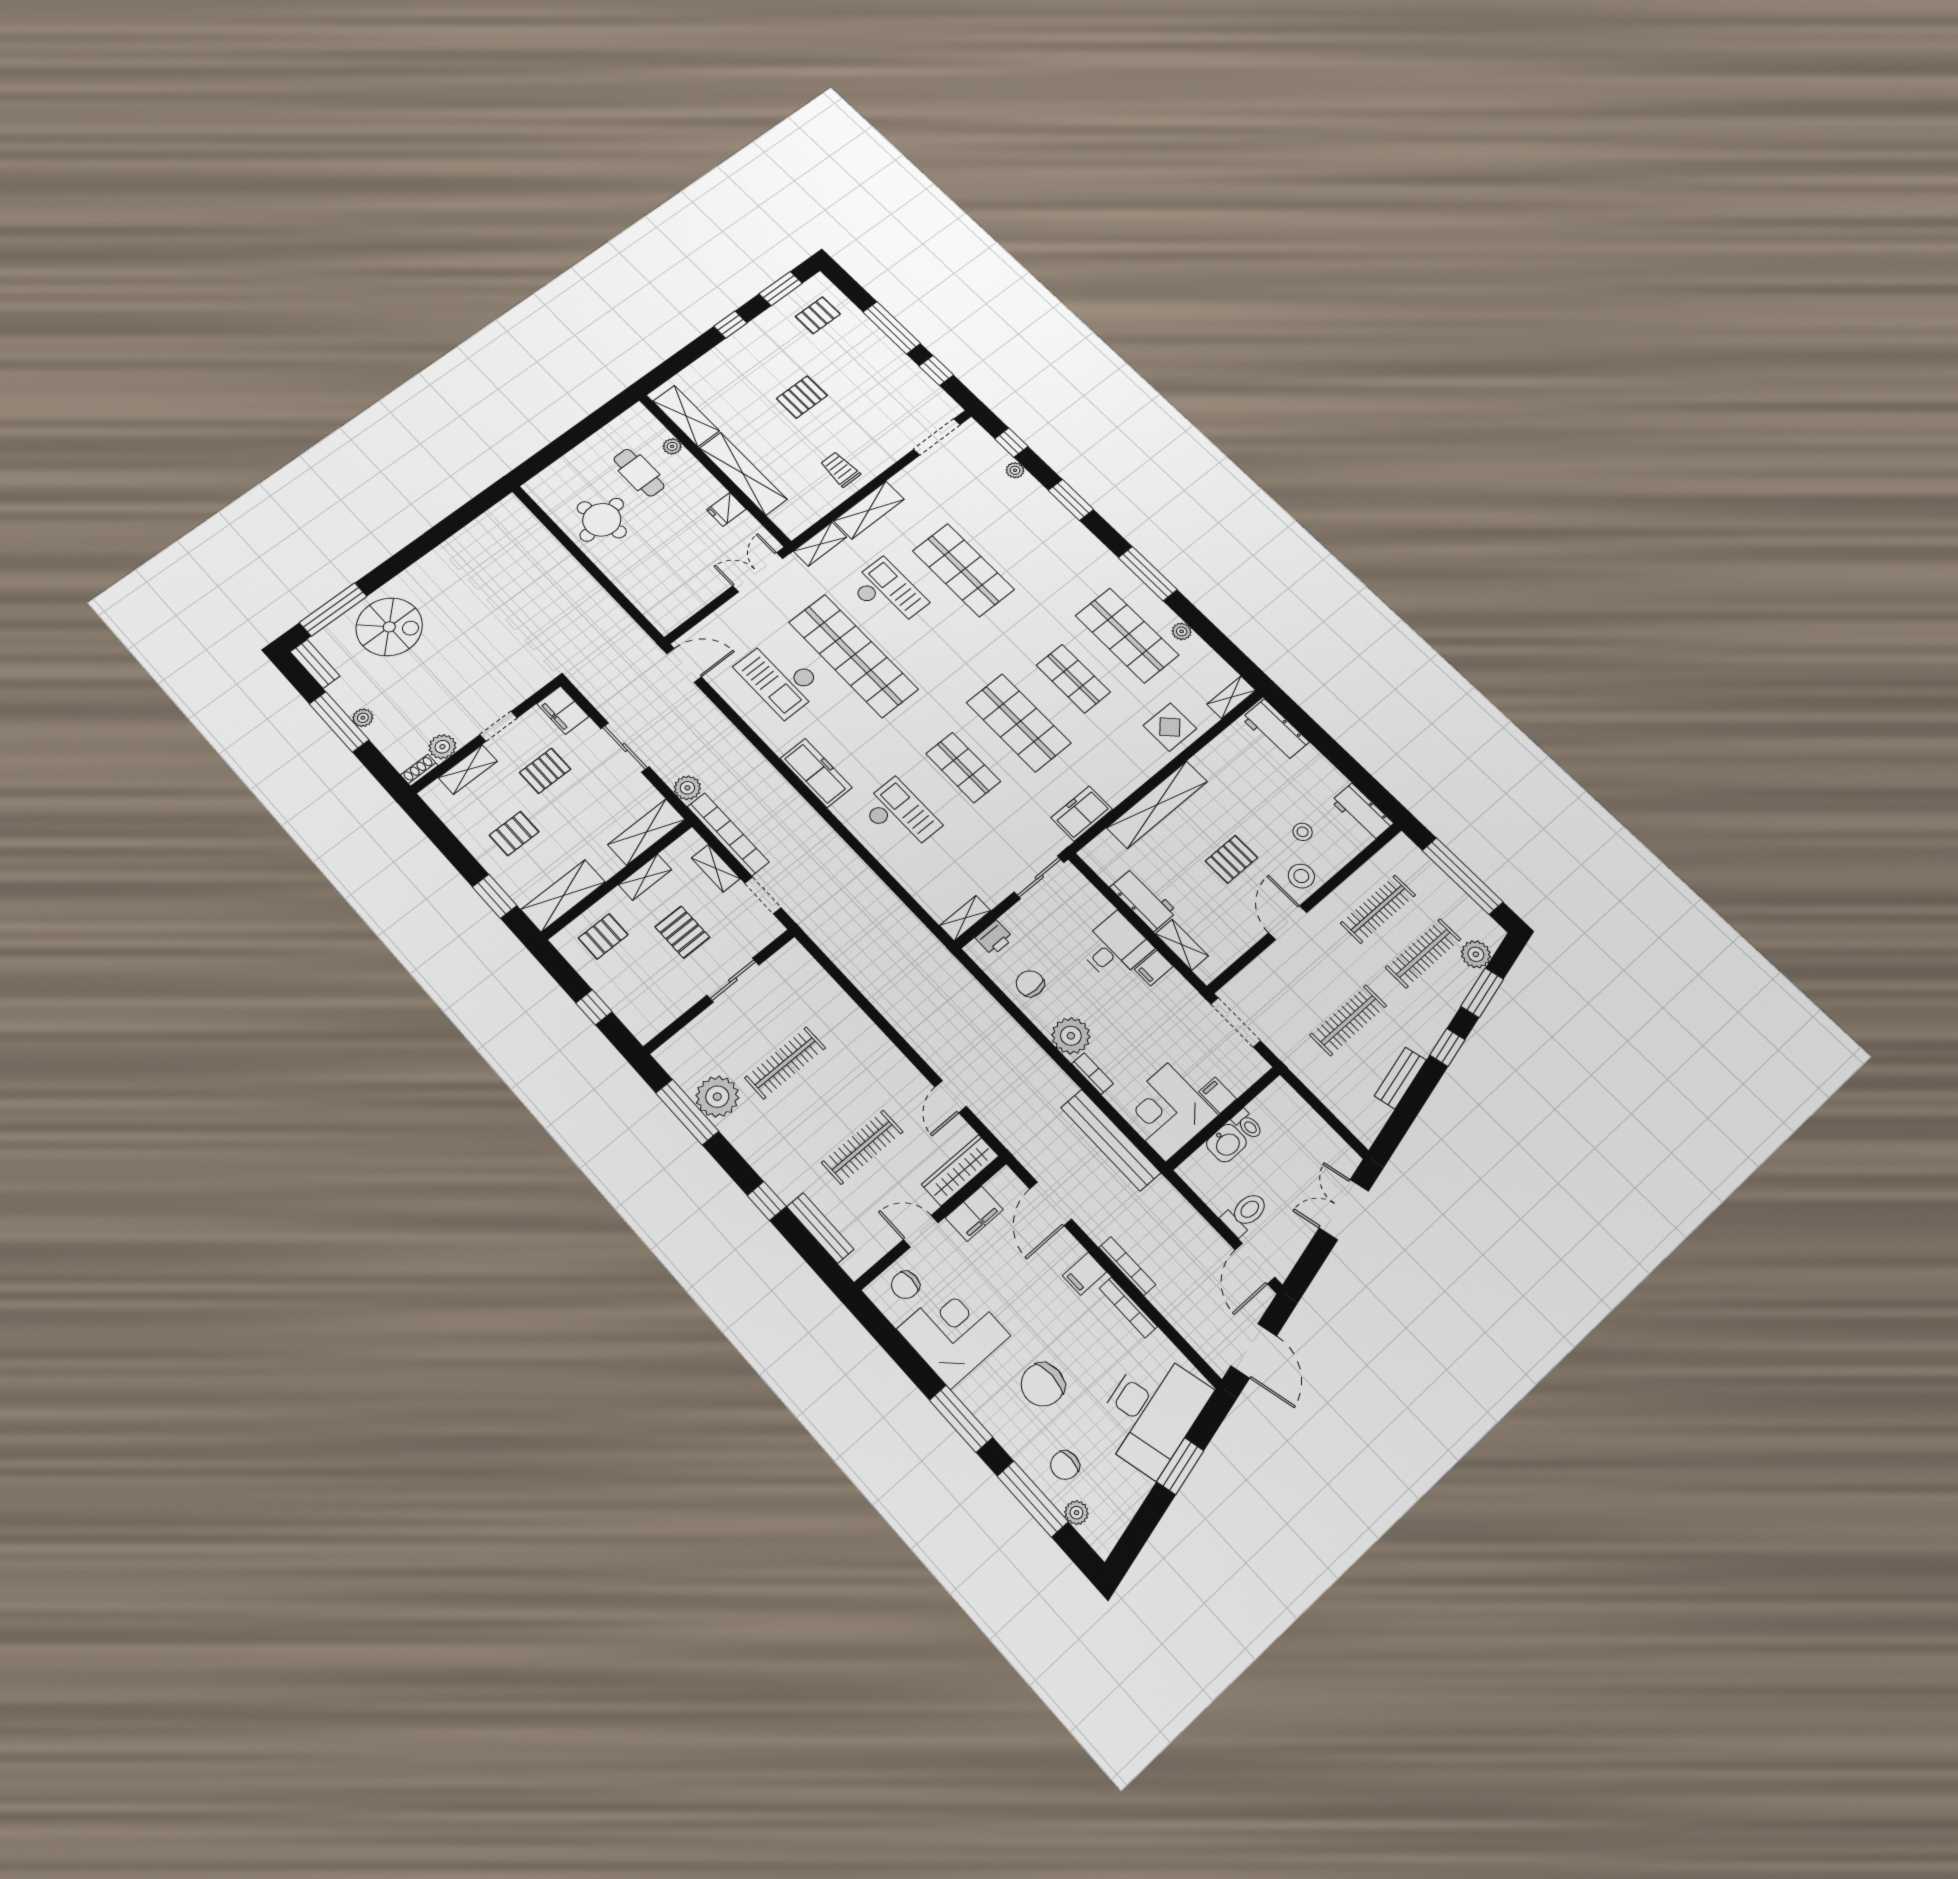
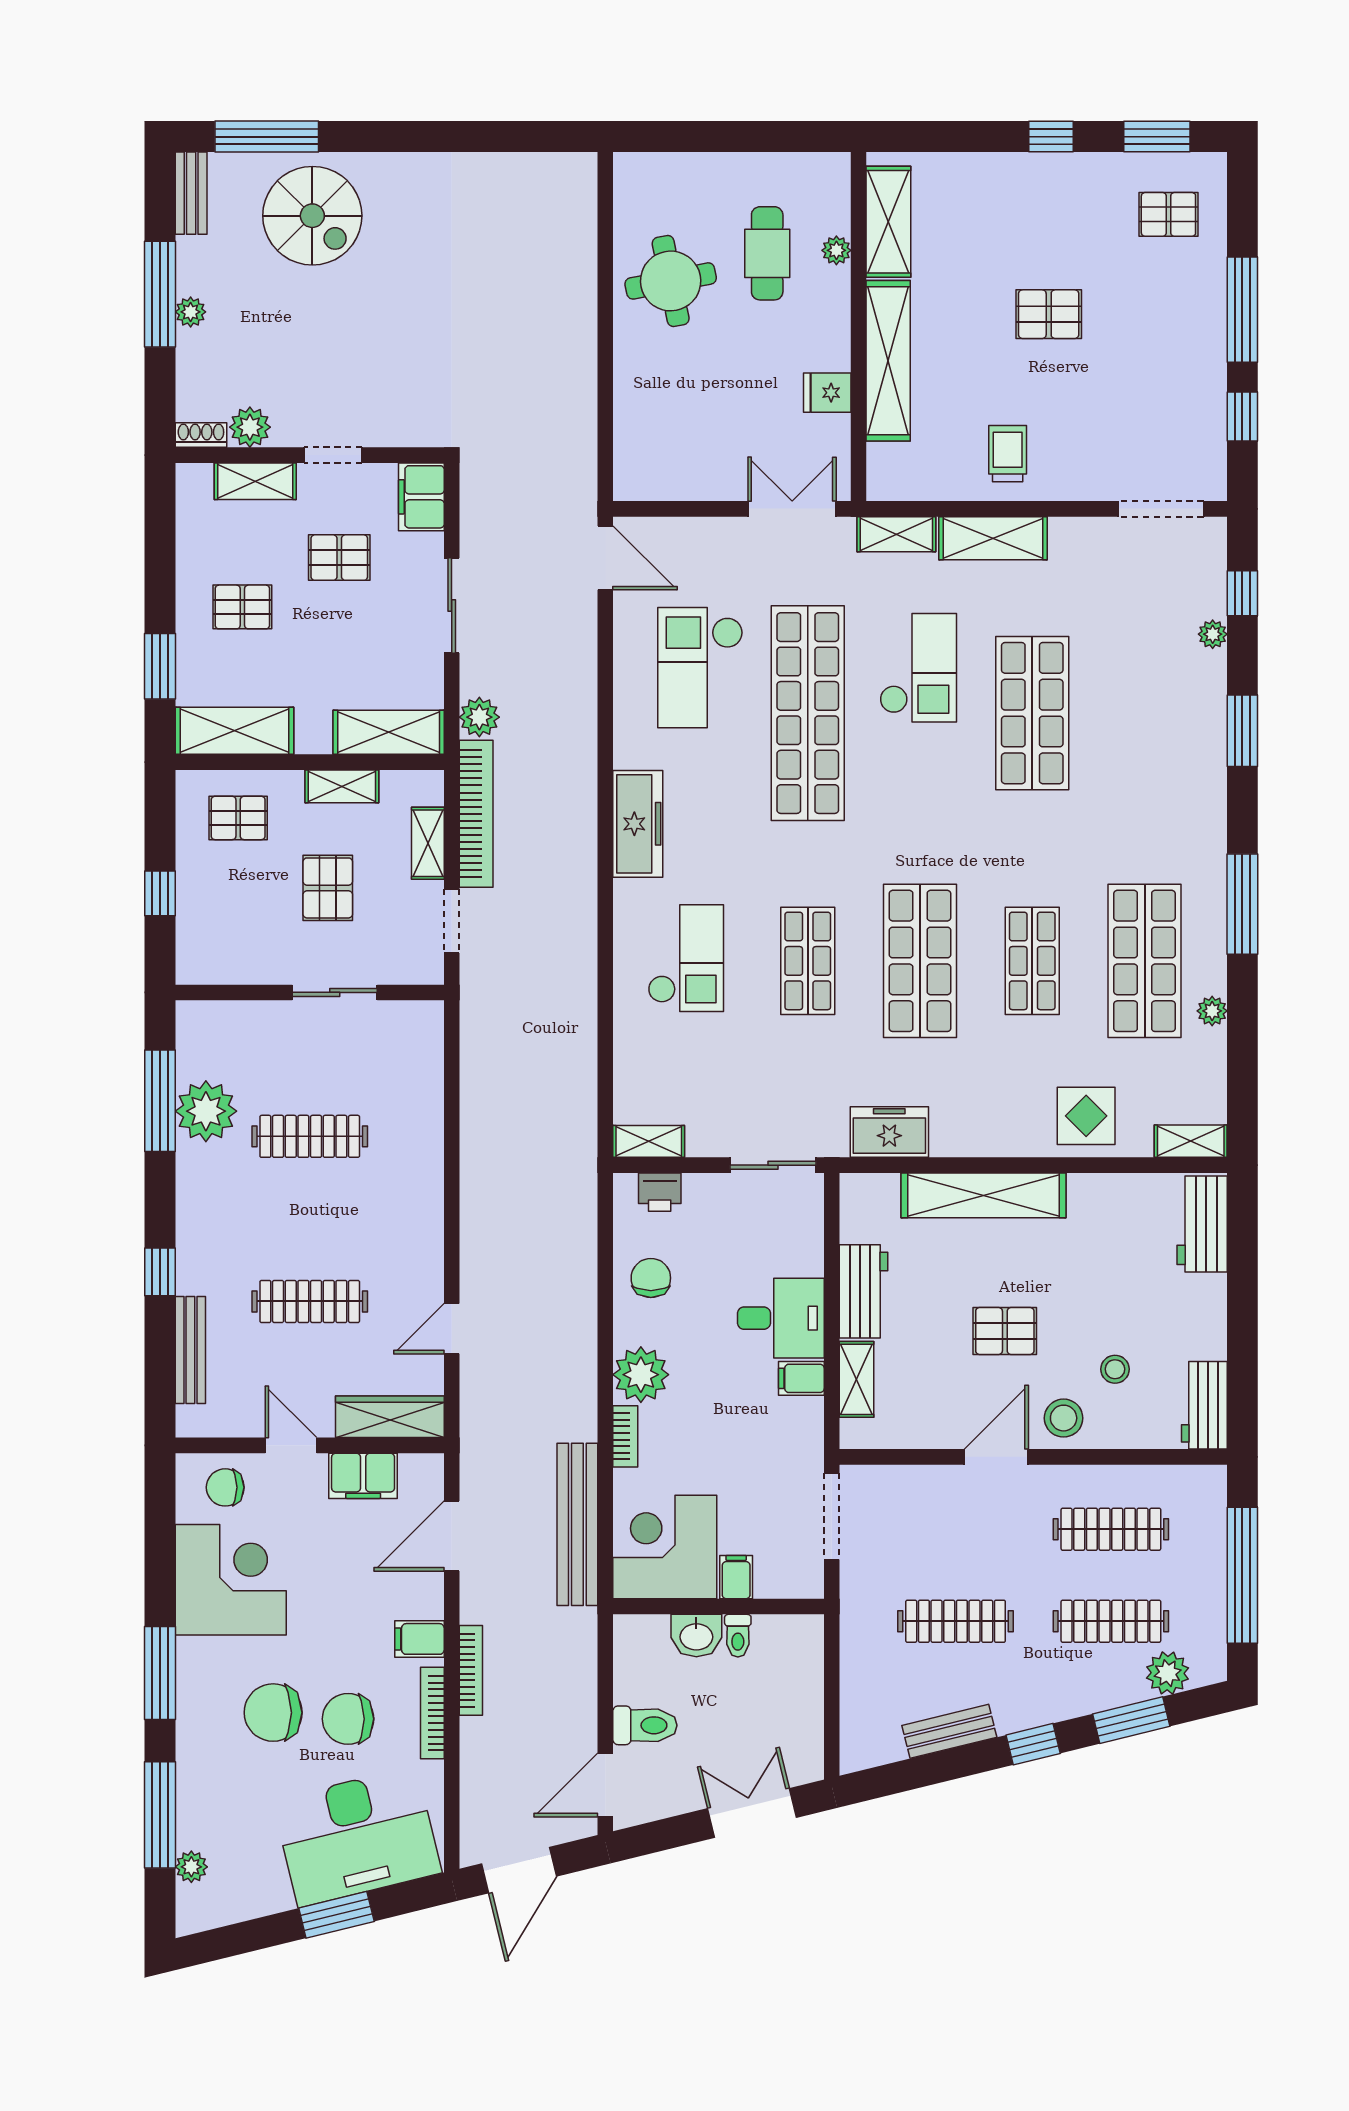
chair: (1065, 1465) -> (348, 1719), moved, width x1.37, depth x1.37

